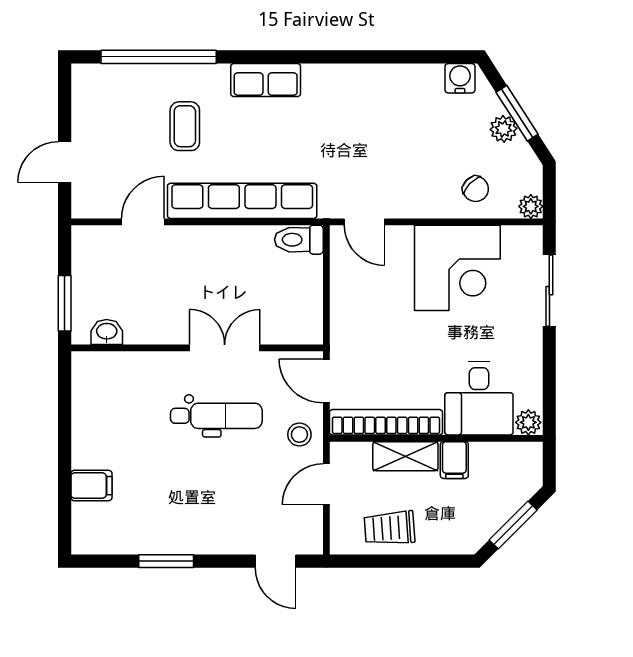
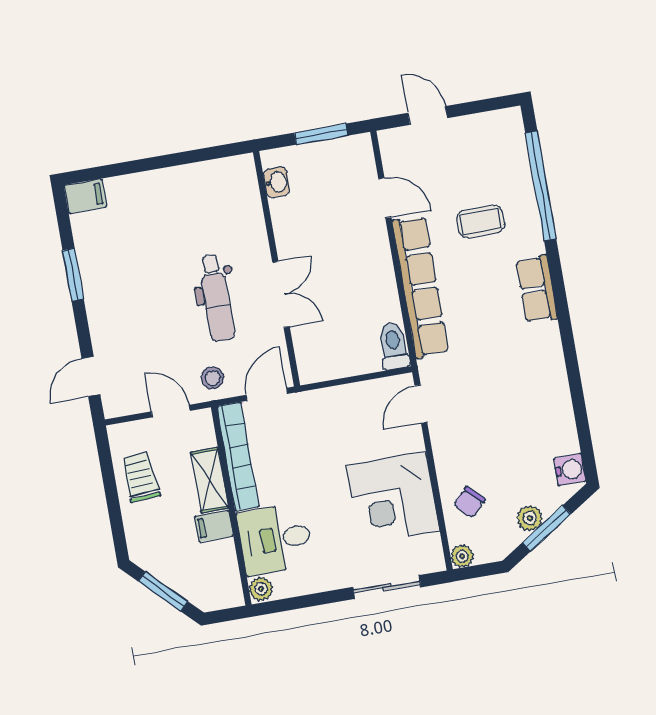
window: (65, 303) -> (321, 134), moved
filing cabinet: (91, 486) -> (85, 196), moved, turned -90

